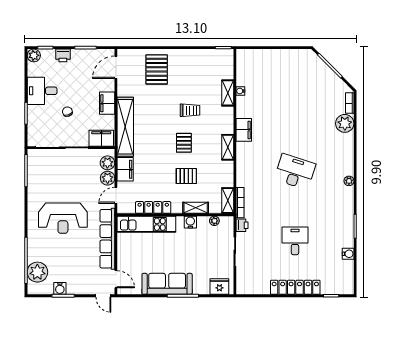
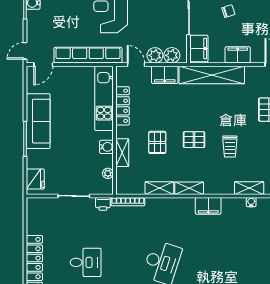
shelving: (228, 201) -> (159, 188), moved

